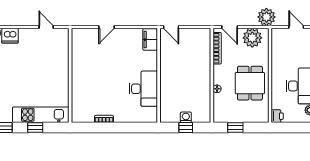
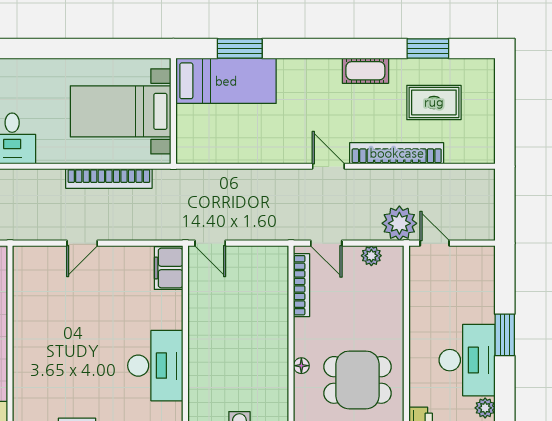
door: (296, 27) -> (435, 243), moved
plant: (252, 38) -> (371, 256), width x0.53, depth x0.53
dining table: (250, 83) -> (358, 380), moved, turned 90

